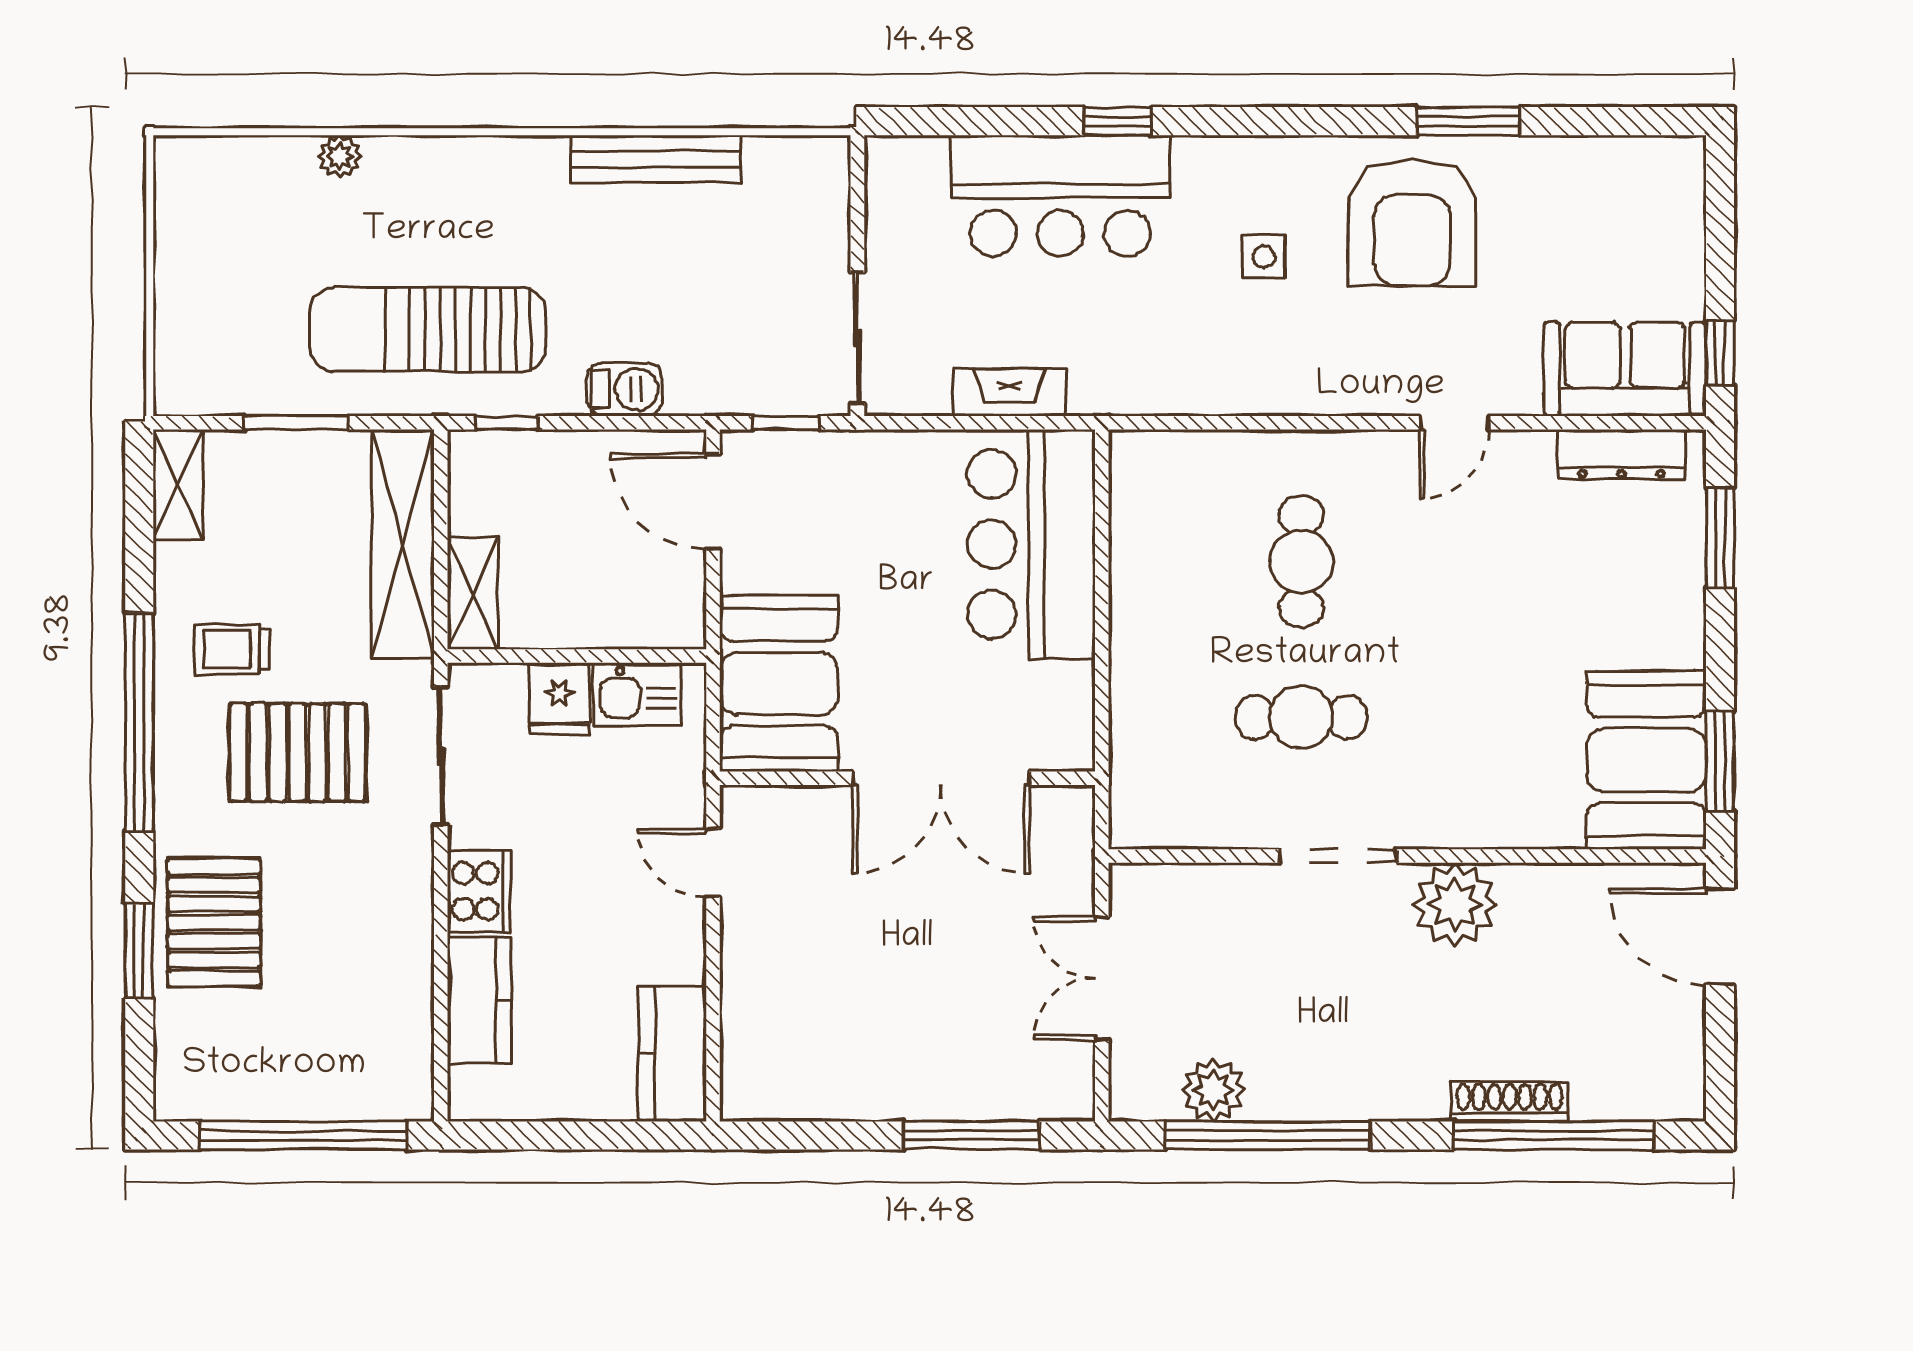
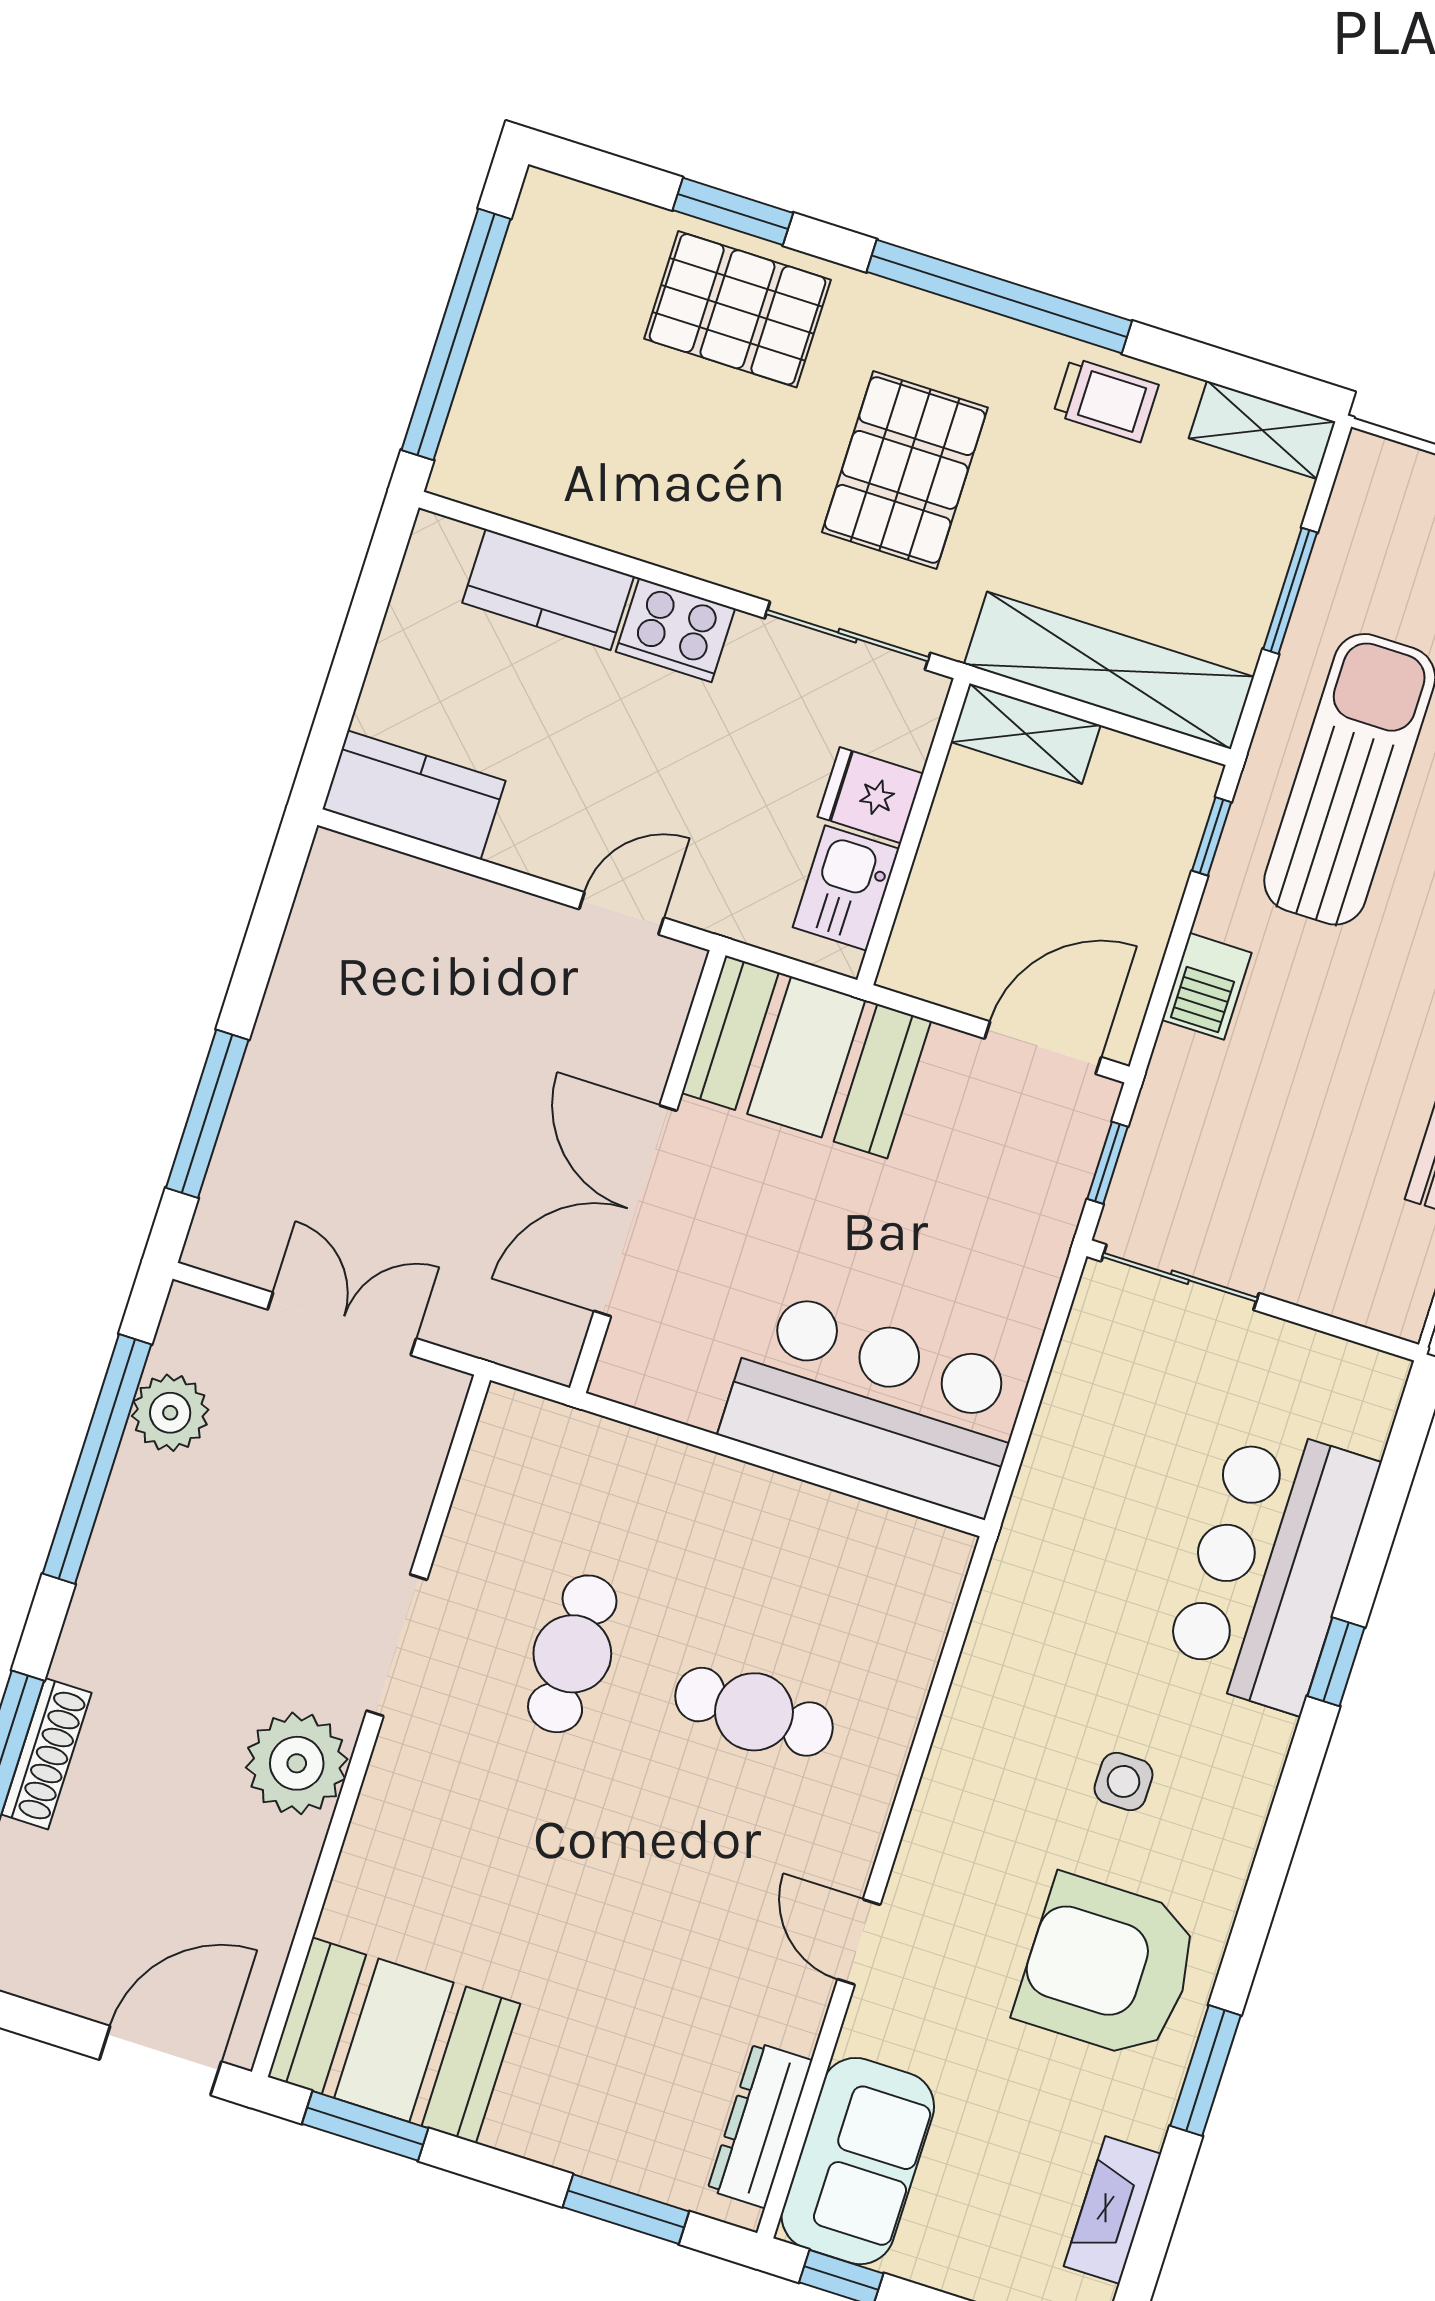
fireplace: (1010, 392) -> (1112, 2210), moved, turned 180
trolley: (232, 649) -> (1106, 400), moved, turned 90

